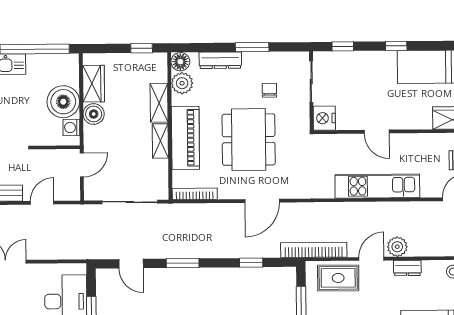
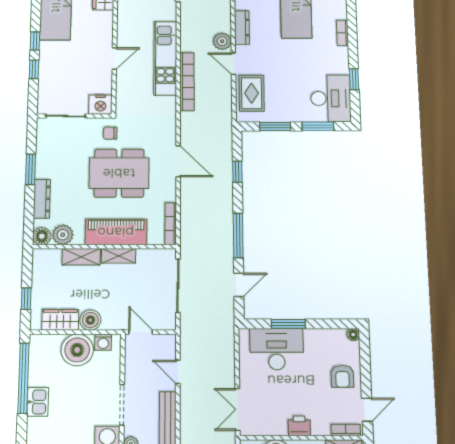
window: (343, 46) -> (34, 69), moved
window: (142, 48) -> (26, 299), moved
chair: (269, 90) -> (110, 133), moved
bookcase: (314, 250) -> (187, 82), moved, turned 180
window: (183, 263) -> (238, 236), width x1.44
dresser: (407, 268) -> (242, 27), width x1.44

